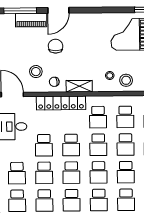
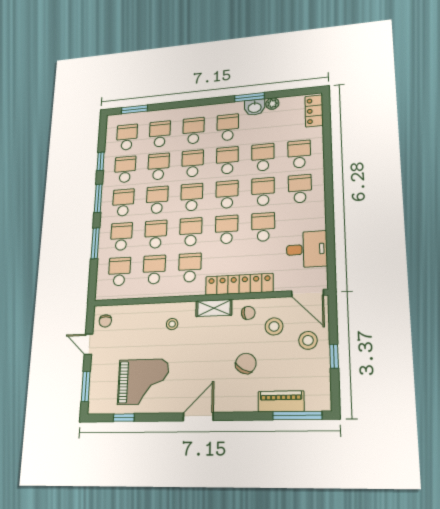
door: (58, 10) -> (198, 417), moved
chair: (56, 46) -> (246, 363), turned -151
stool: (126, 80) -> (308, 340), moved

